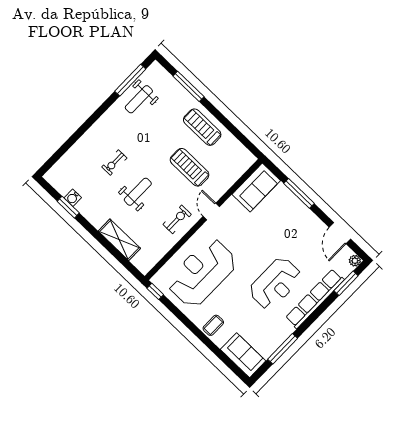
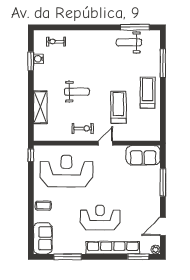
exercise bike: (114, 162) -> (56, 42), moved
reception desk: (275, 283) -> (100, 218), turned 180

